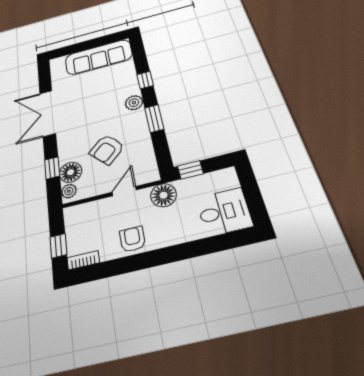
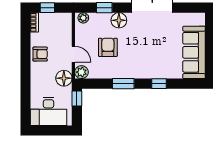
plant: (134, 103) -> (81, 72), moved
armchair: (107, 149) -> (108, 47), turned 43
floor lamp: (71, 172) -> (119, 20), moved
desk: (224, 212) -> (49, 111), width x1.37

